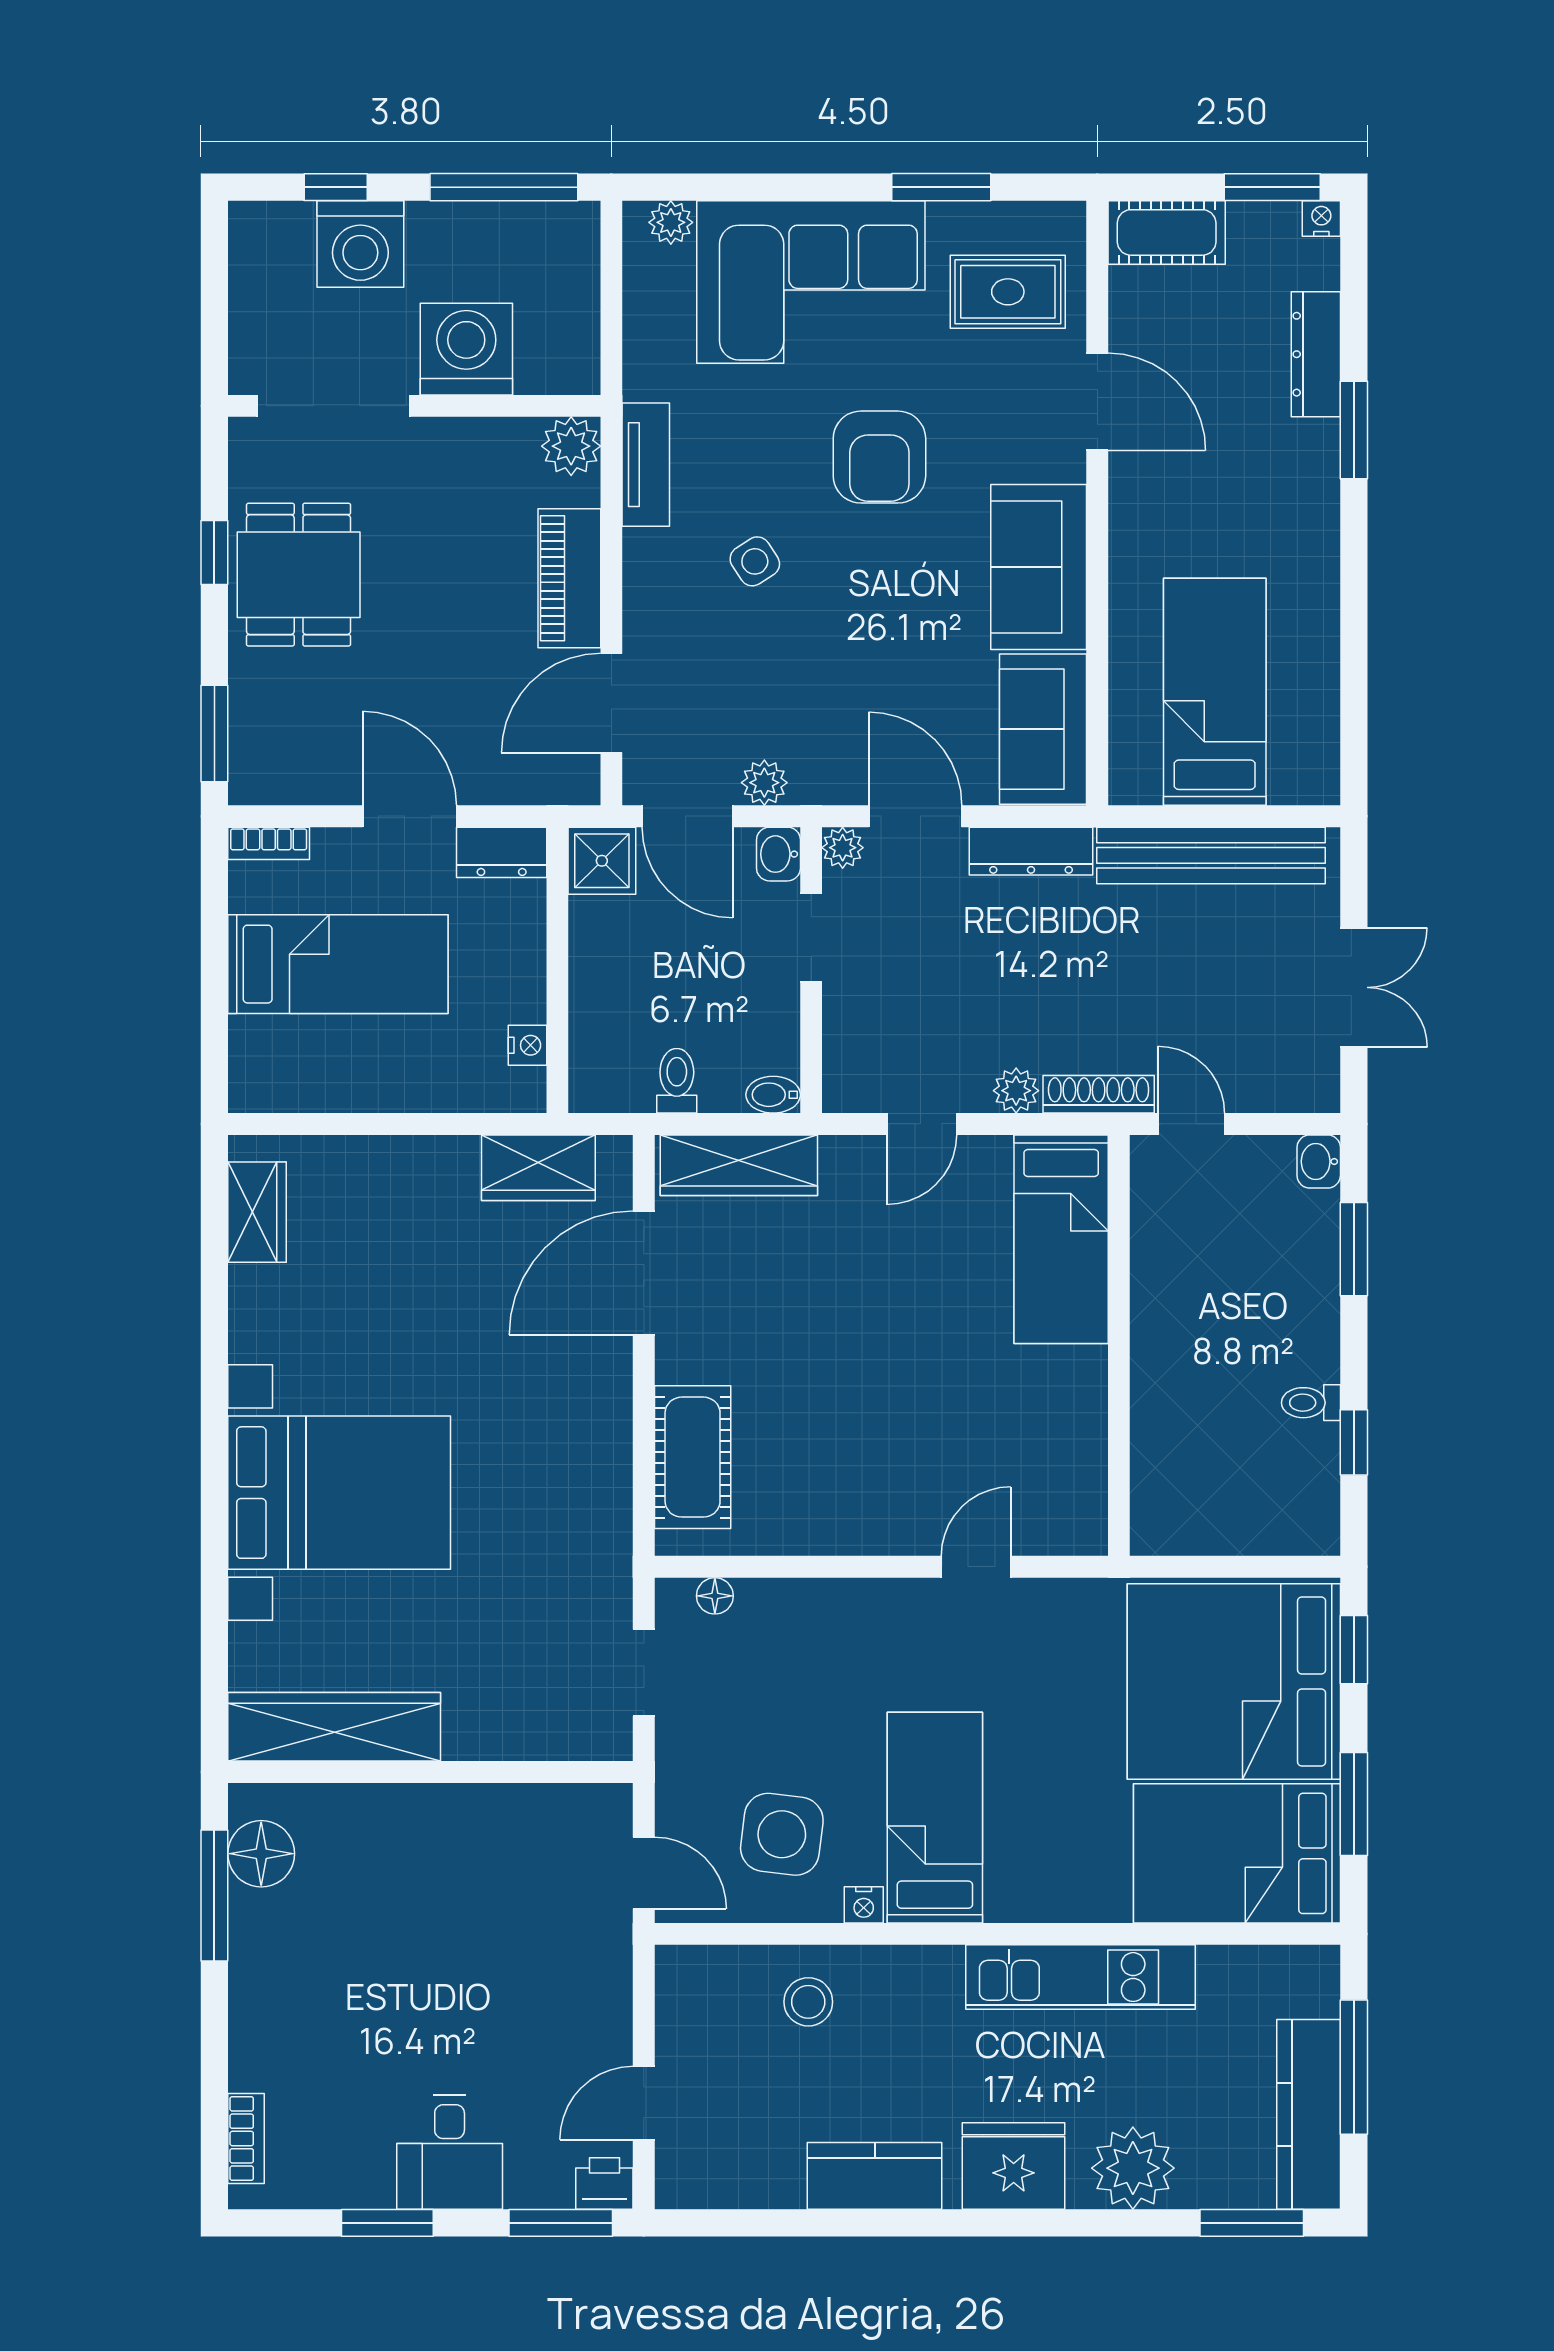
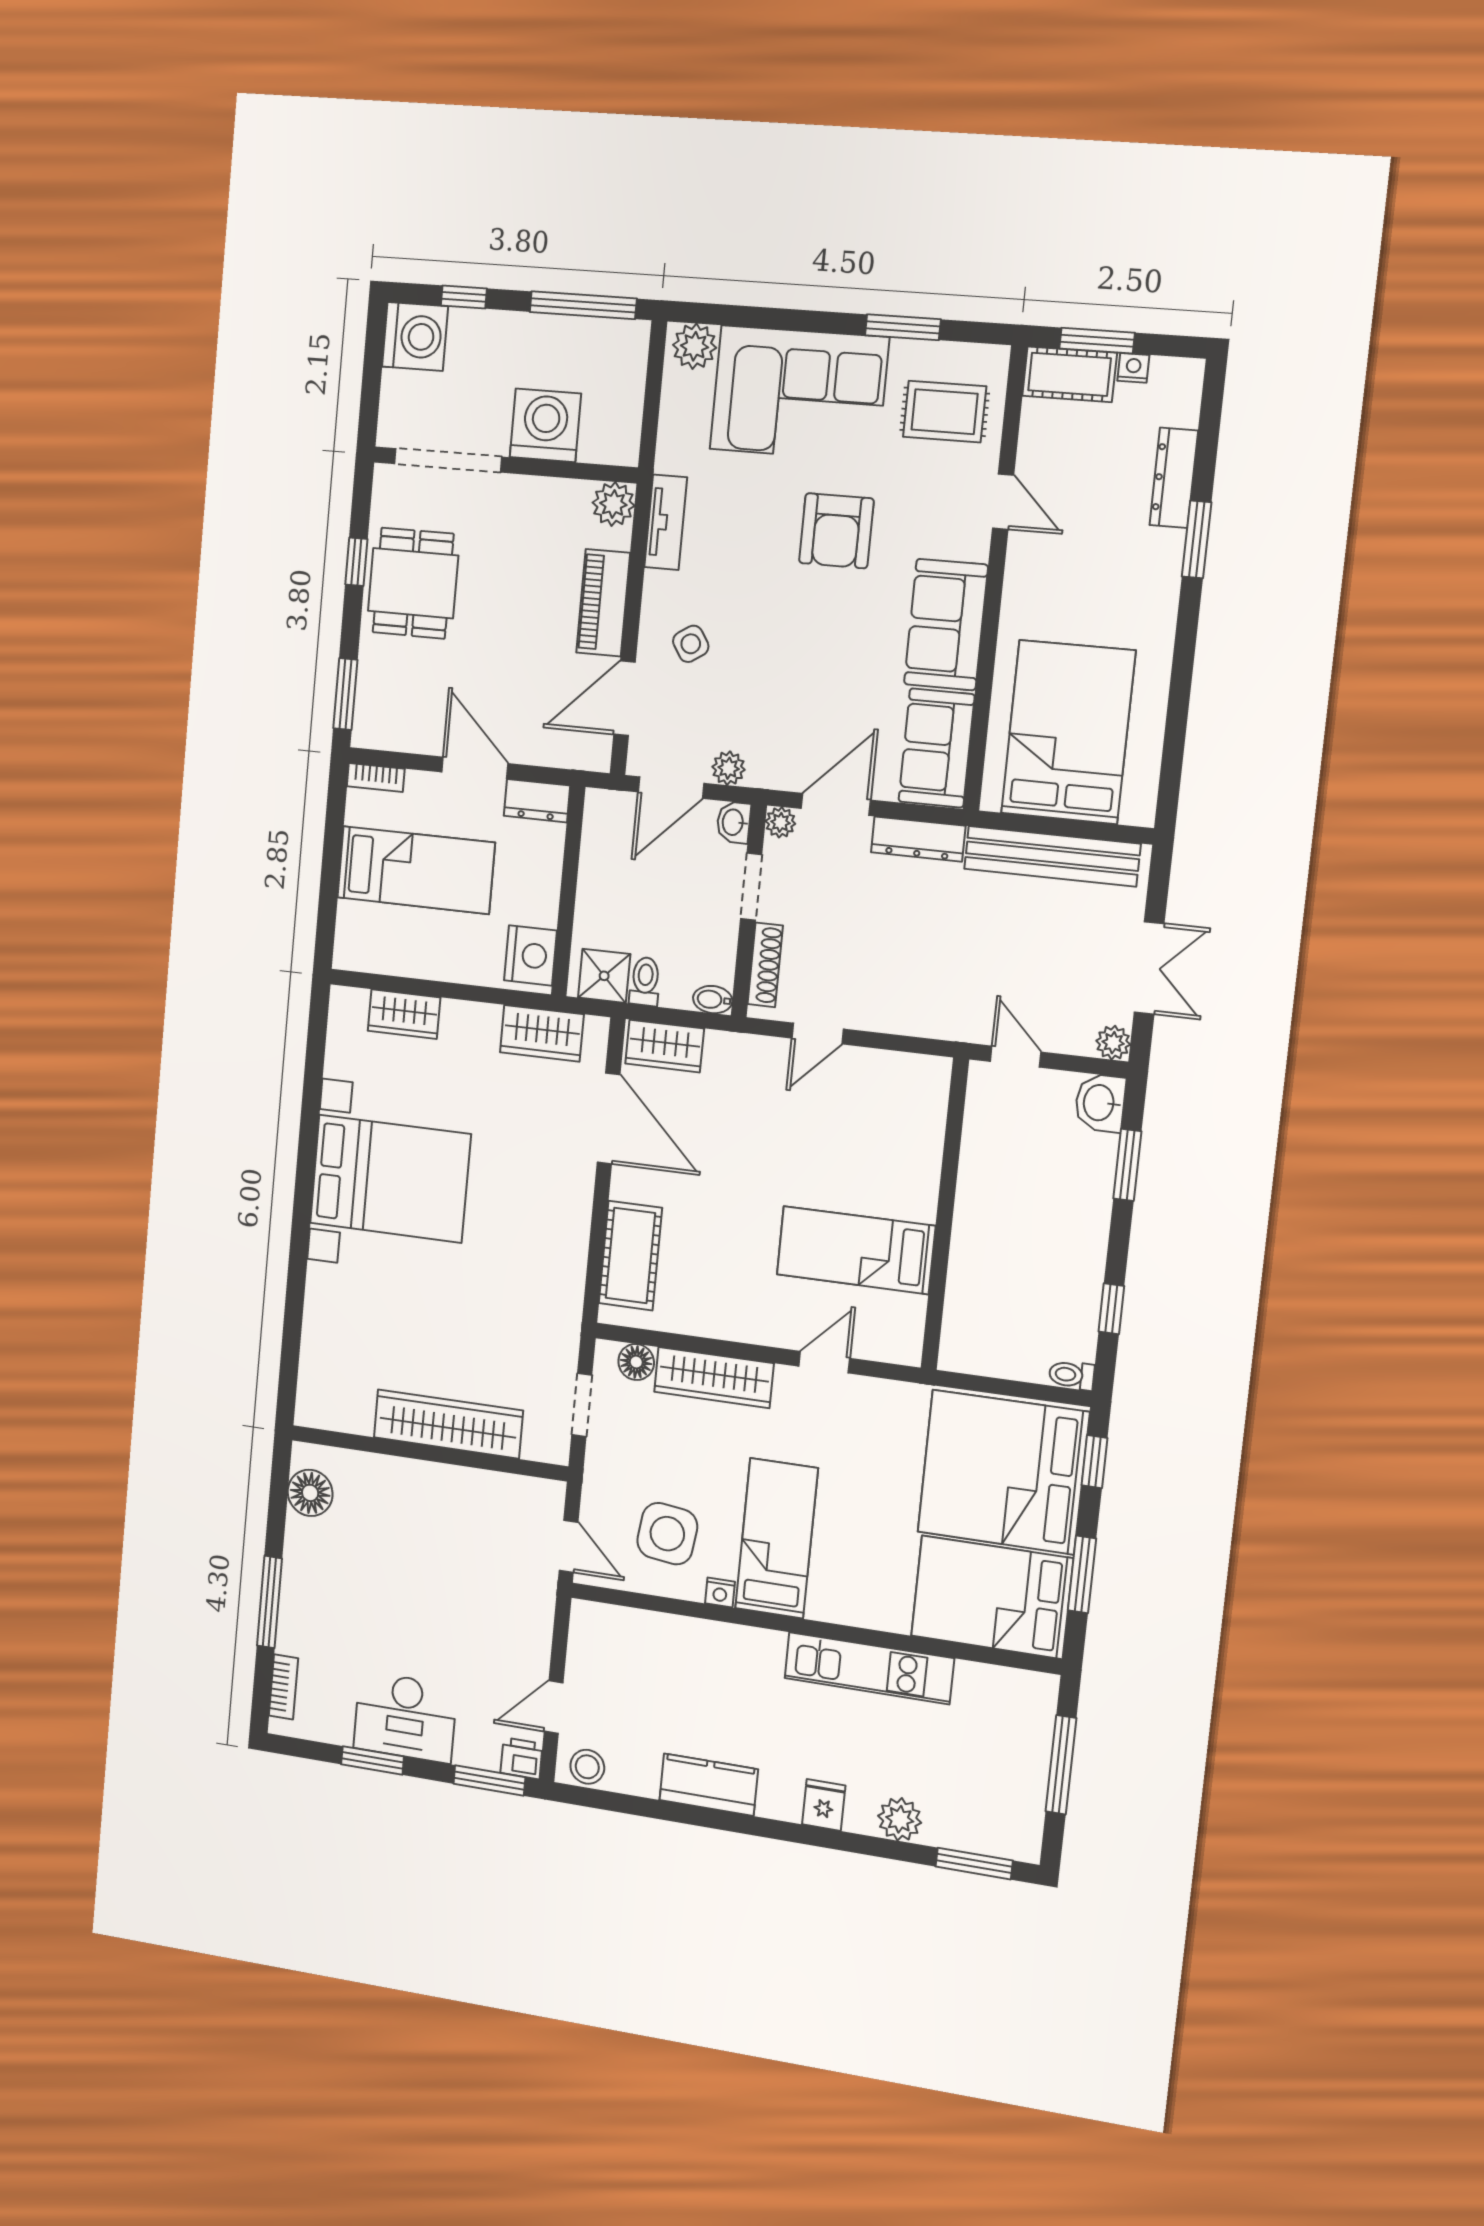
window: (1272, 187) -> (1097, 341), moved
nightstand: (1321, 219) -> (1133, 368), moved
plant: (671, 222) -> (694, 346), width x1.38, depth x1.38
washing machine: (360, 244) -> (415, 336), moved, turned -90
door: (1097, 402) -> (1003, 502), width x0.73
side table: (755, 561) -> (691, 644), moved
bed: (1215, 692) -> (1068, 732), width x1.50
door: (687, 816) -> (671, 788), hinge flipped
door: (915, 816) -> (836, 804), hinge flipped
shower: (602, 861) -> (604, 976), moved
nightstand: (527, 1045) -> (531, 955), width x1.89, depth x1.79
plant: (1016, 1091) -> (1113, 1043), moved
shoe rack: (1099, 1094) -> (765, 965), moved, turned 90
washbasin: (1319, 1161) -> (1100, 1103), width x1.38, depth x1.45
wardrobe: (739, 1165) -> (665, 1046), width x0.67
wardrobe: (257, 1212) -> (404, 1014), moved, turned 90
bed: (1061, 1239) -> (856, 1250), moved, turned 90
door: (644, 1273) -> (609, 1118), swing flipped
toilet: (1311, 1403) -> (1072, 1375), moved
bed with nightstands: (339, 1493) -> (390, 1179), moved
floor lamp: (715, 1596) -> (636, 1362), width x1.37, depth x1.37
wardrobe: (826, 1609) -> (714, 1378), added
wardrobe: (334, 1727) -> (448, 1424), moved
window: (214, 1896) -> (269, 1602), moved
stool: (808, 2002) -> (587, 1767), moved
kitchen counter: (1309, 2114) -> (1024, 1793), removed
desk: (450, 2152) -> (405, 1717), width x1.37
fridge: (1014, 2166) -> (824, 1805), width x0.53, depth x0.75
plant: (1133, 2168) -> (900, 1819), width x0.73, depth x0.73

